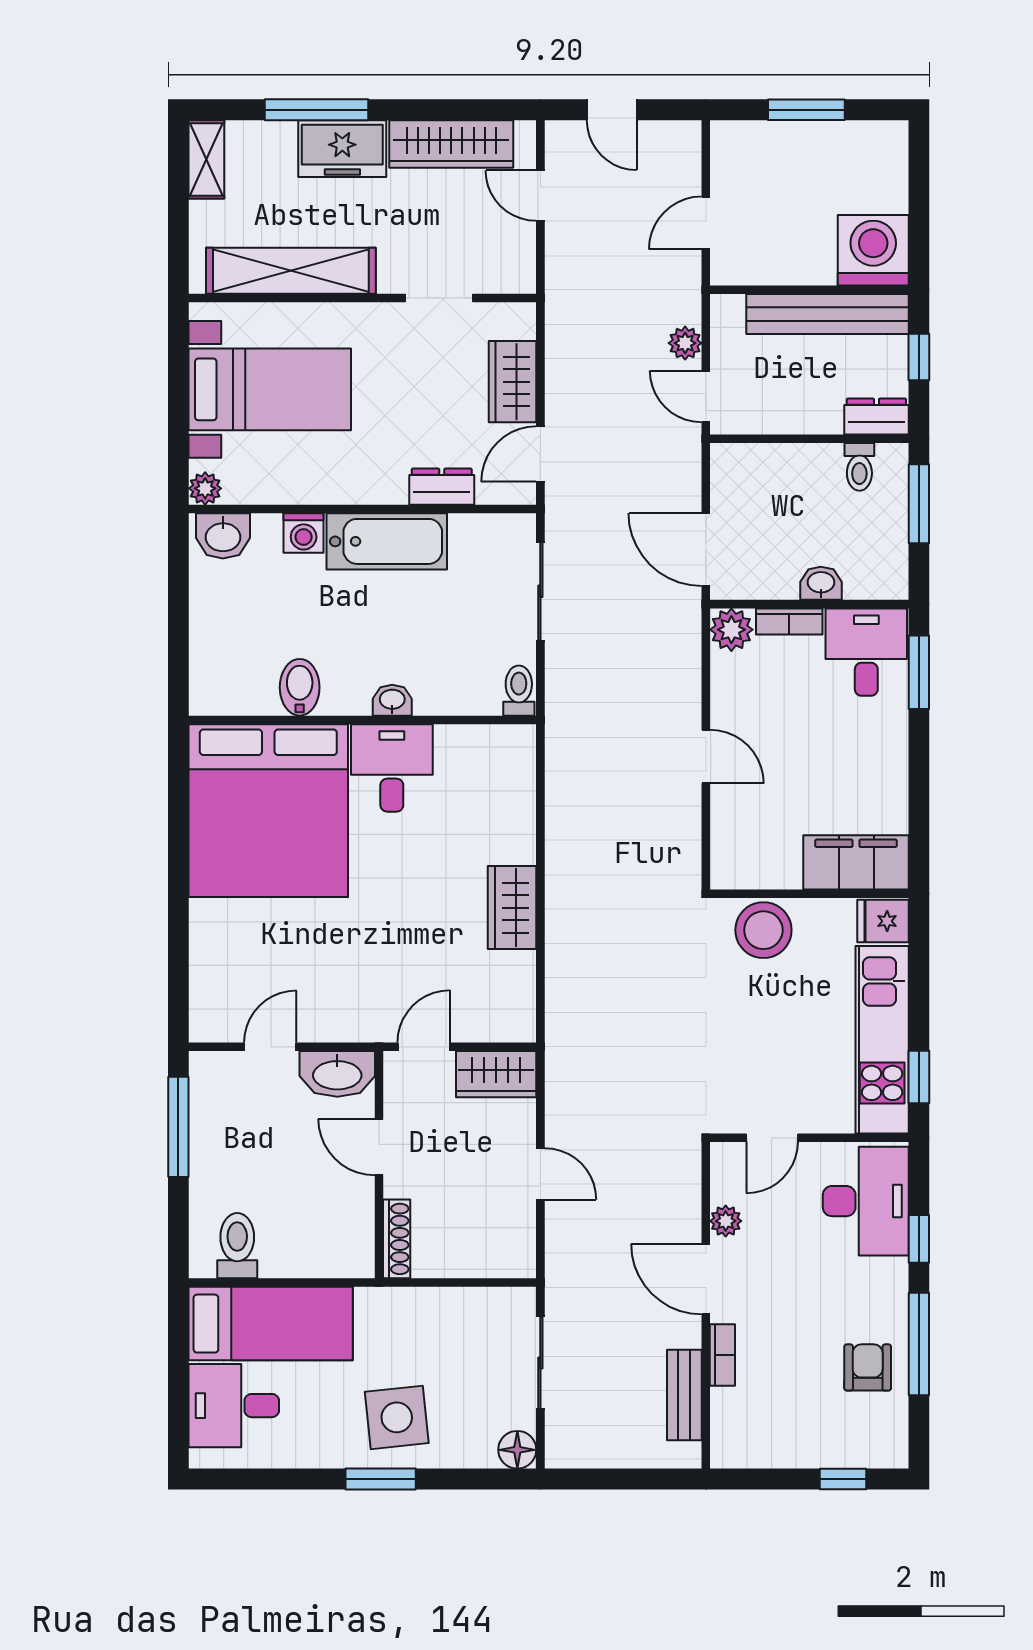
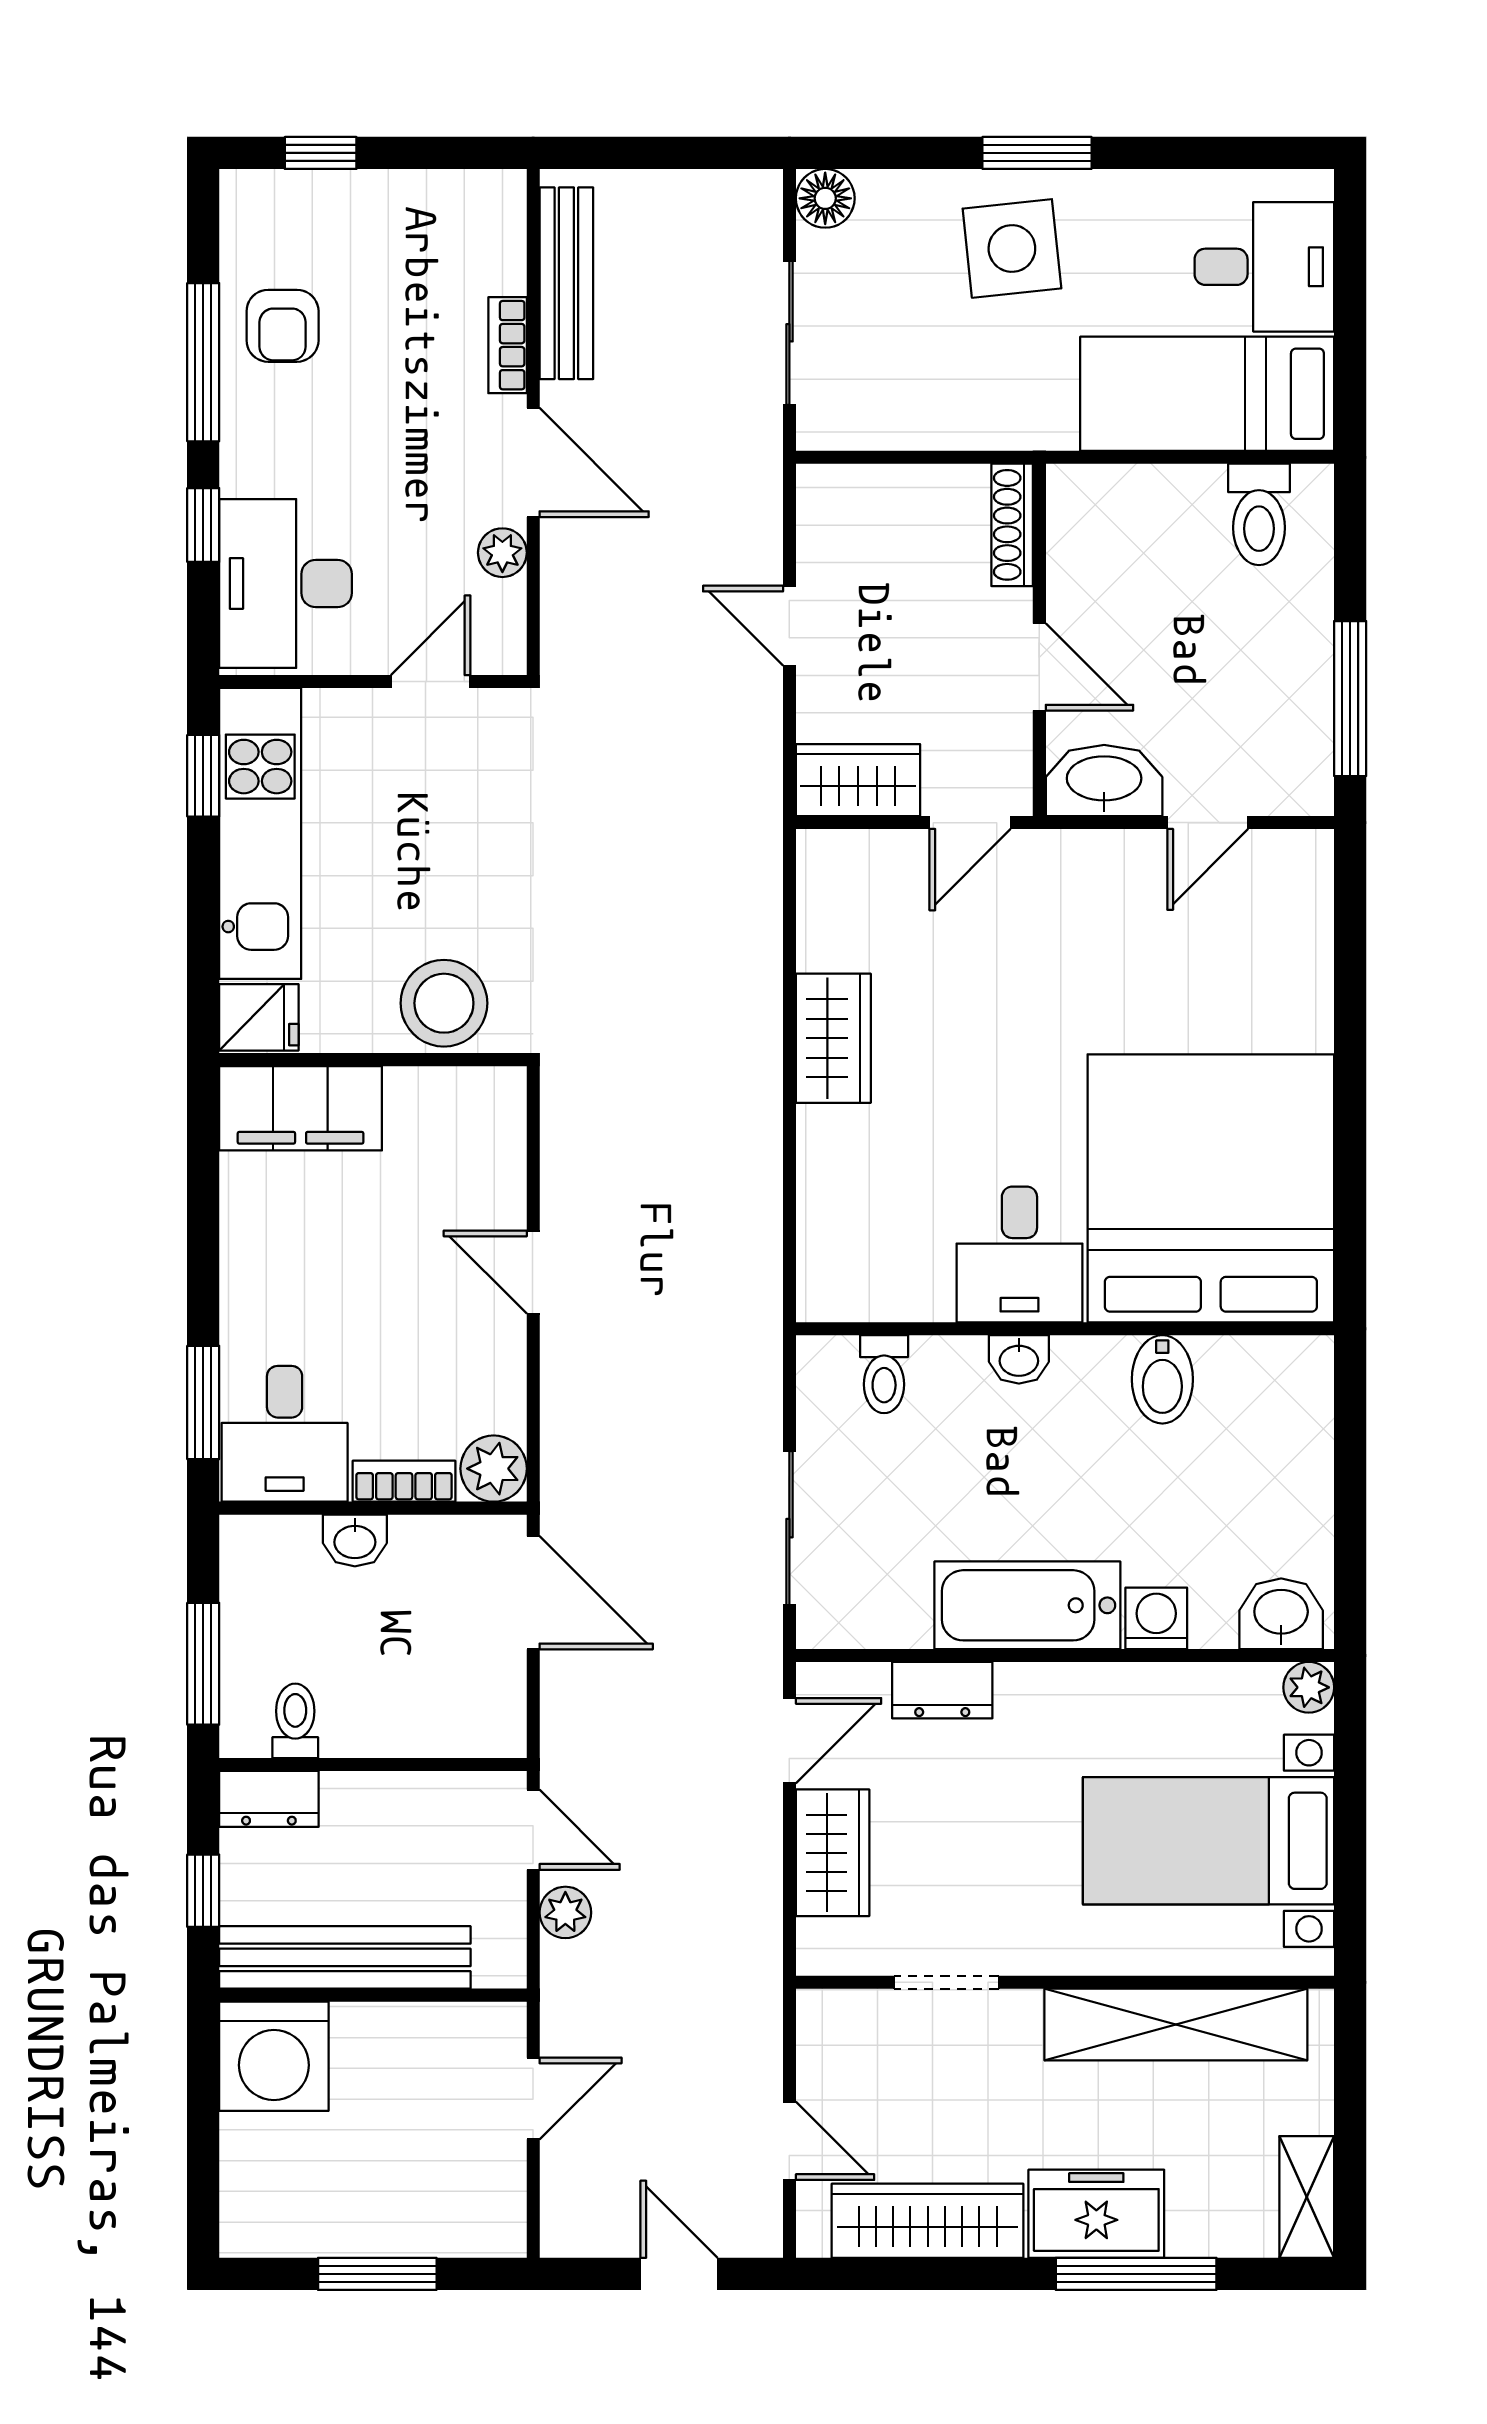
toilet: (519, 691) -> (884, 1374), moved
bench: (684, 1395) -> (566, 283), width x1.36

